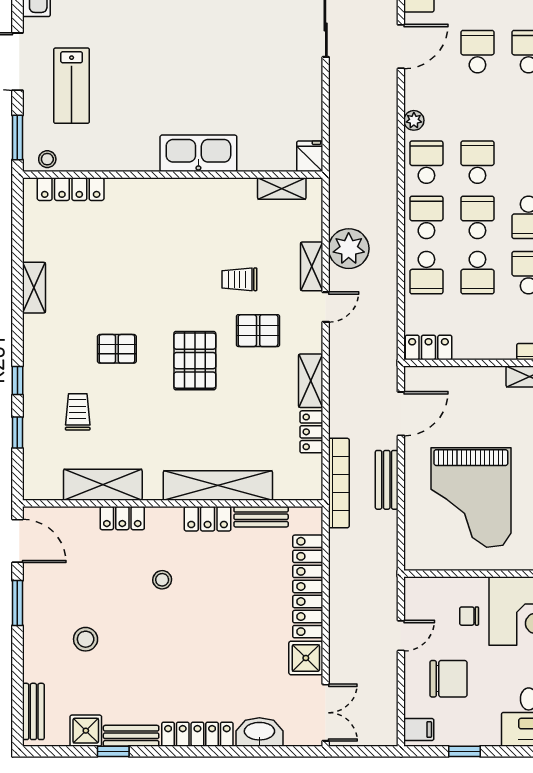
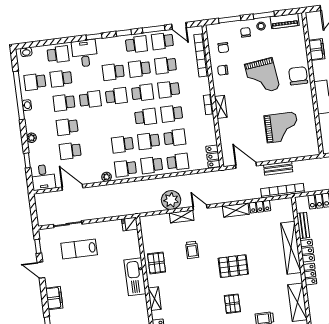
lab bench: (271, 44) -> (79, 249), added
shelving: (282, 189) -> (155, 299), moved
pallet: (258, 331) -> (157, 263), moved
grand piano: (471, 497) -> (281, 127), width x0.73, depth x0.68
locker: (122, 518) -> (310, 274), moved

